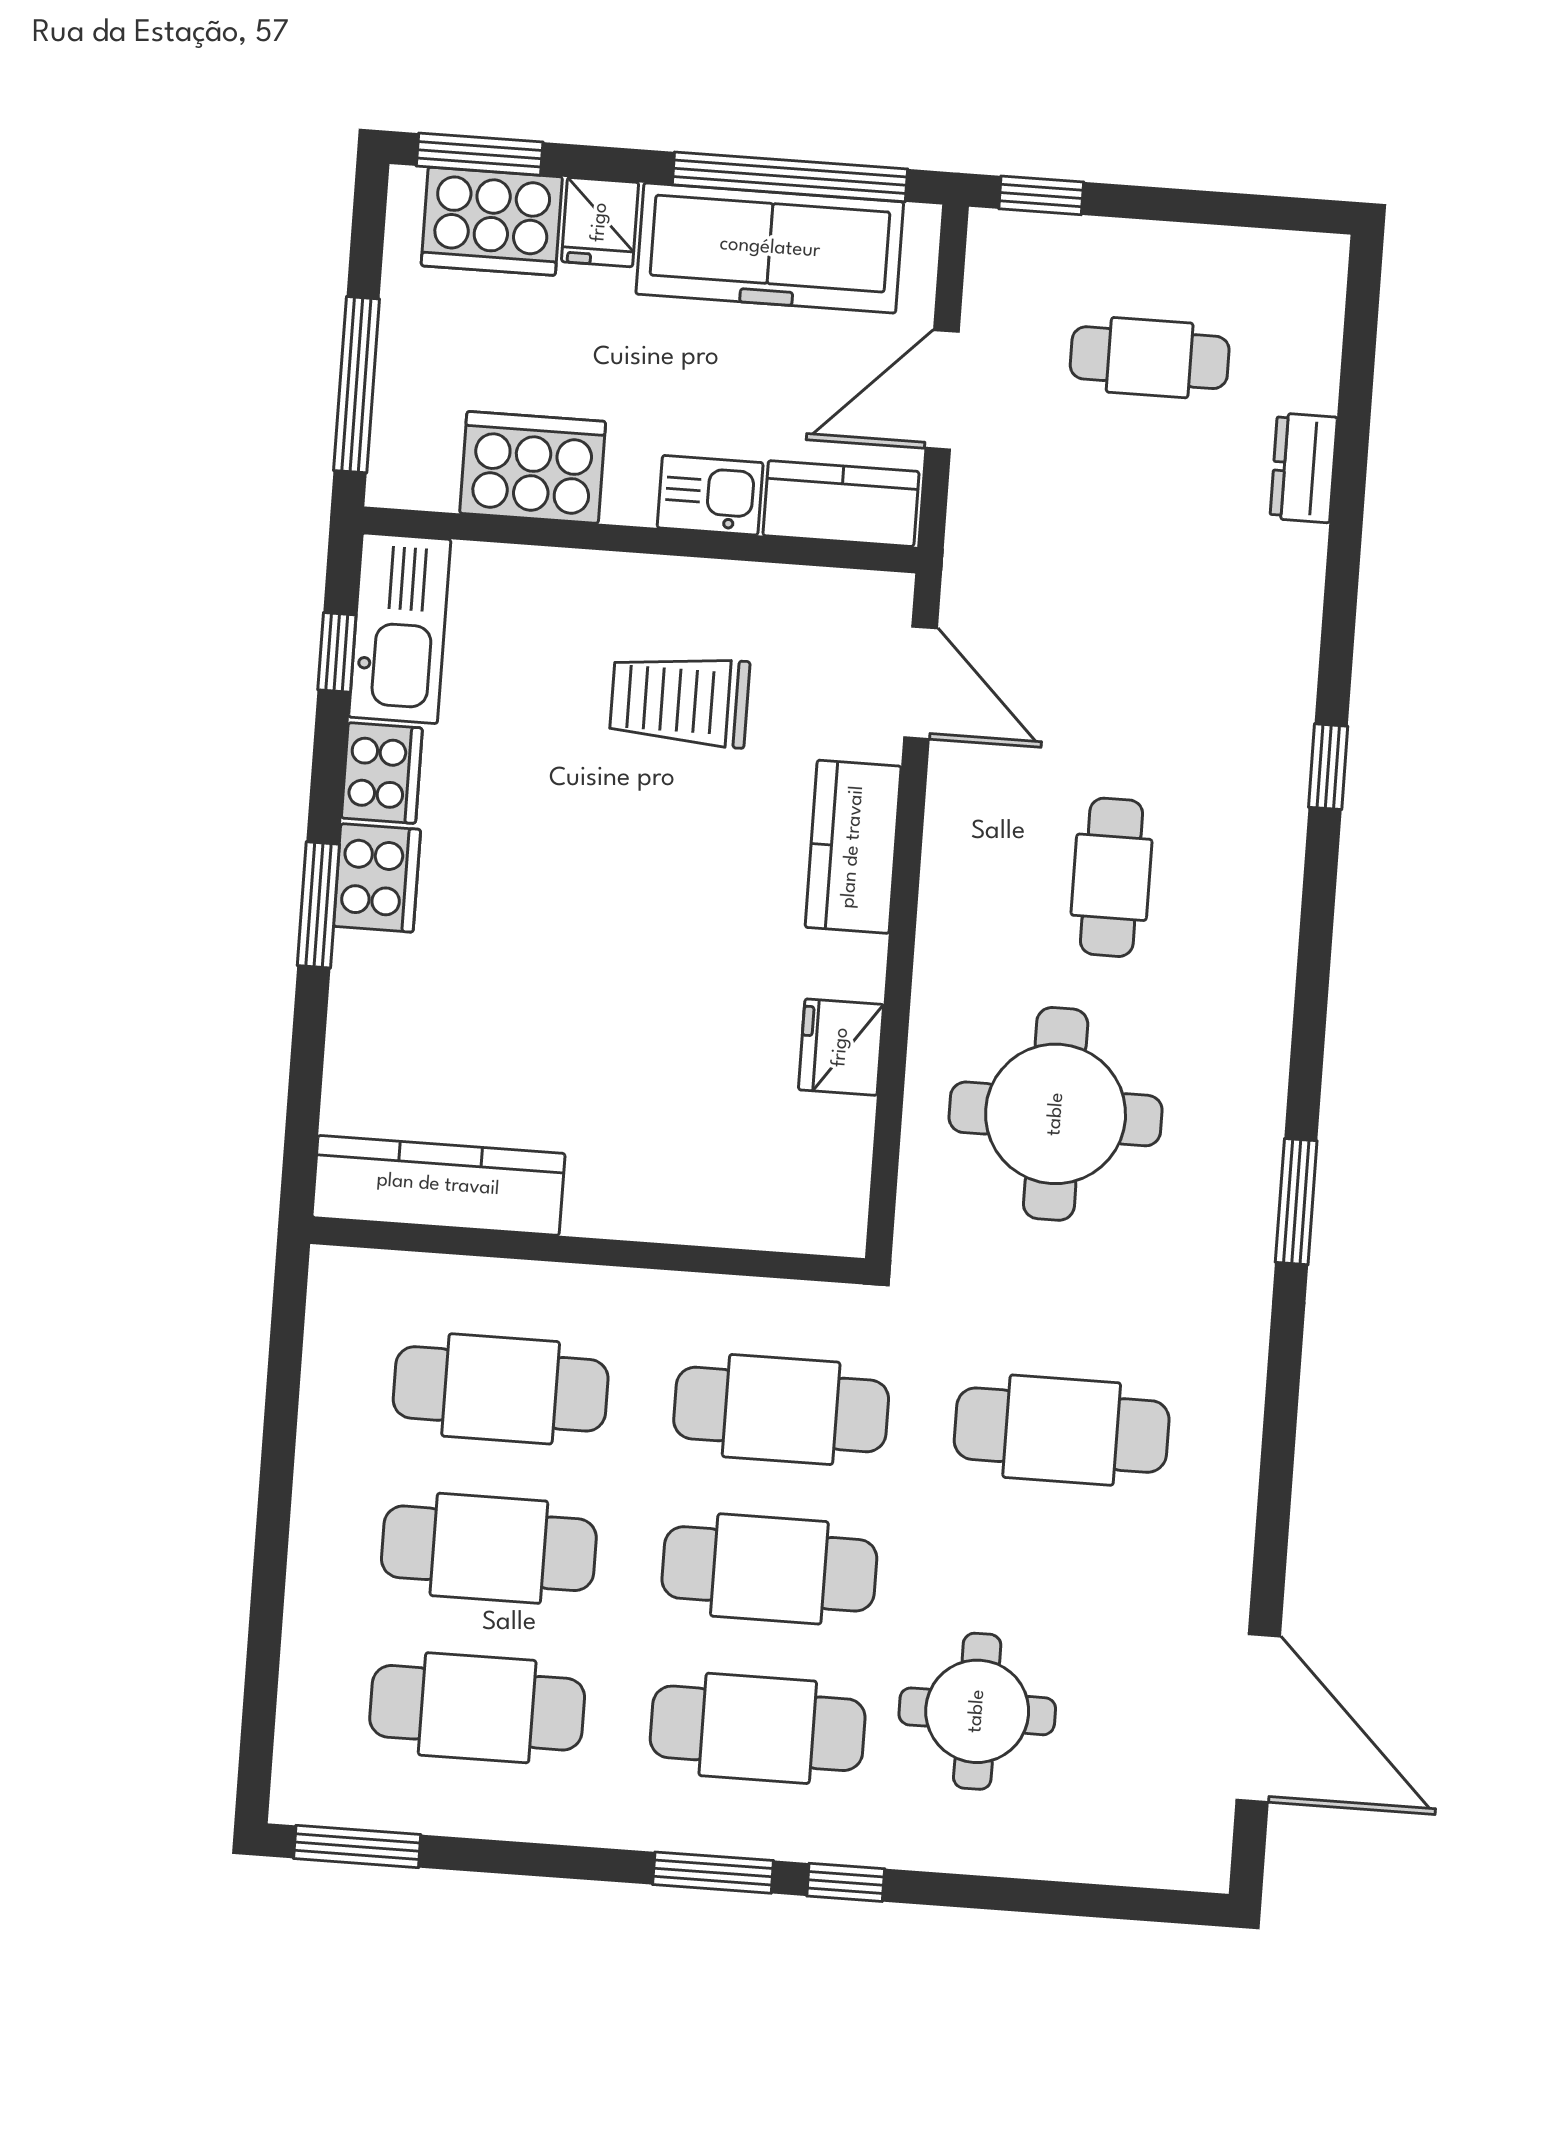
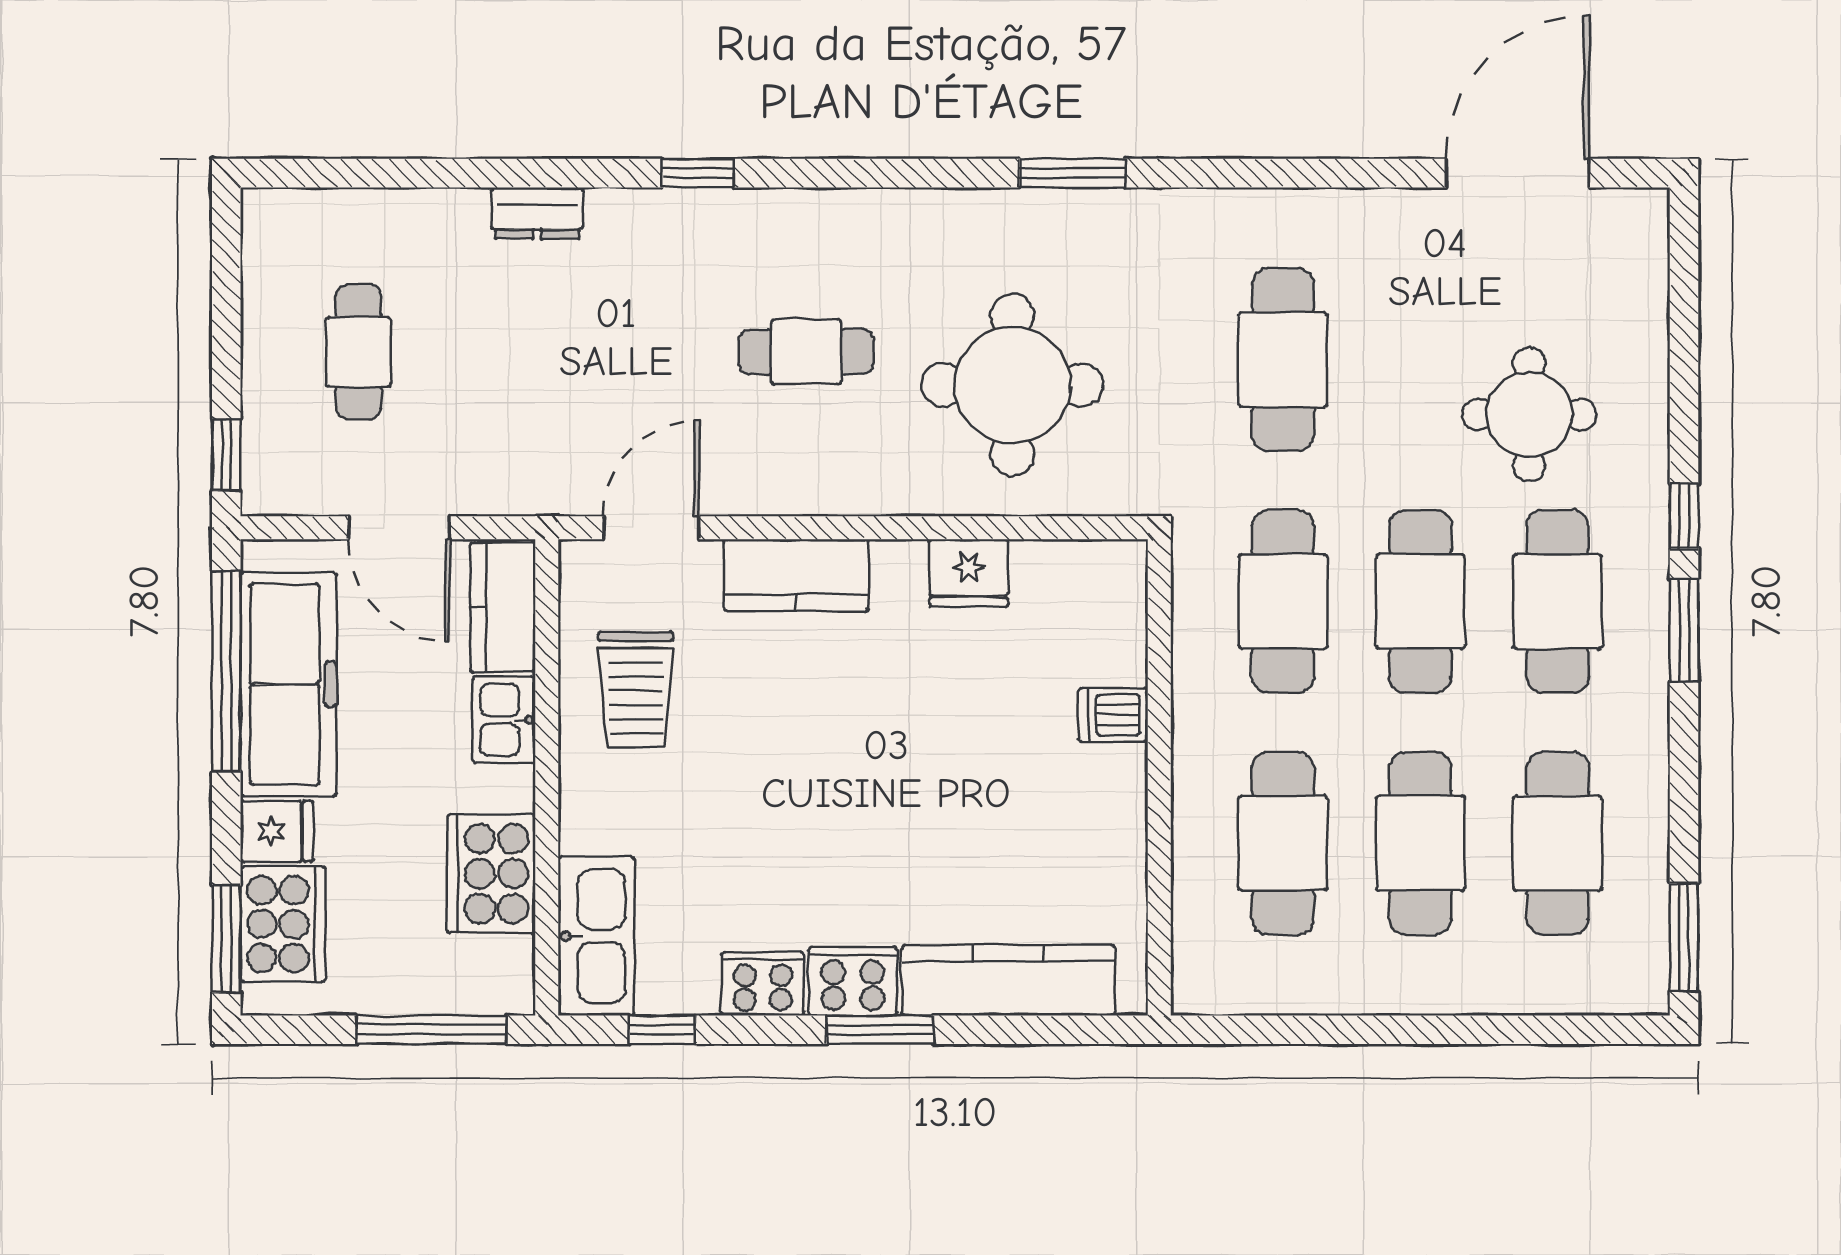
dresser: (1304, 468) -> (537, 213), moved
kitchen sink: (400, 628) -> (596, 936), moved, turned 90
trolley: (680, 700) -> (636, 690), moved
kitchen counter: (438, 1185) -> (1008, 980), moved, turned 90
dishwasher: (664, 1203) -> (1113, 715), added

